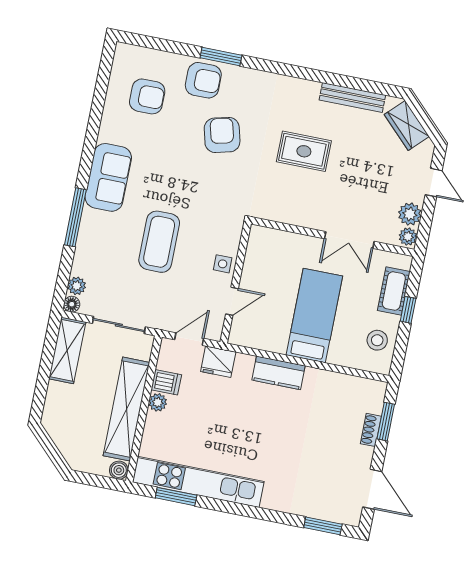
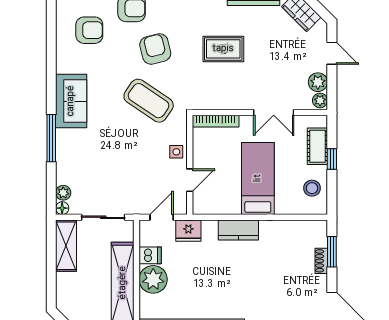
bookcase: (277, 236) -> (216, 121), added
coffee table: (159, 242) -> (149, 101), moved, turned -56
plant: (158, 402) -> (153, 279), width x1.87, depth x1.87

